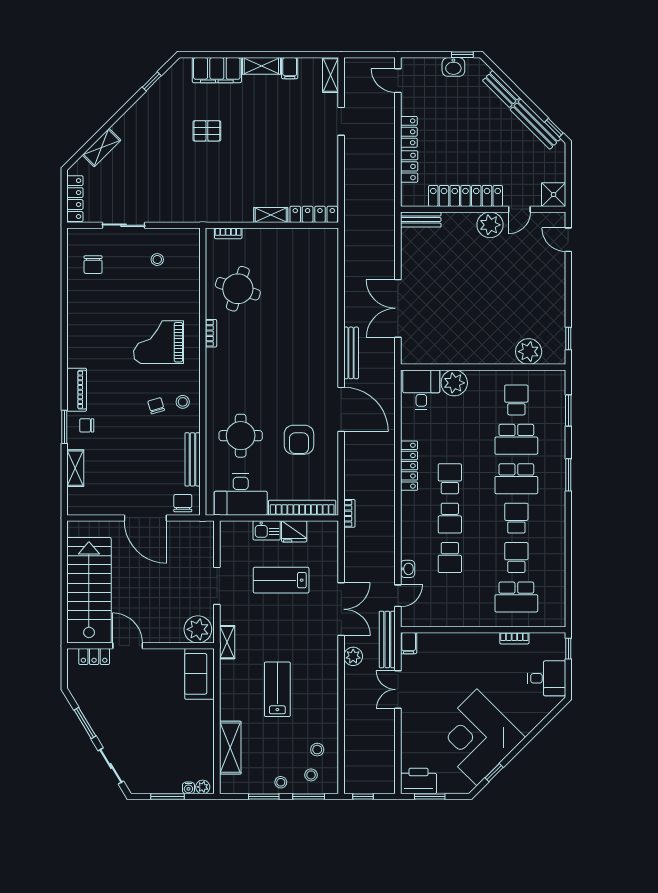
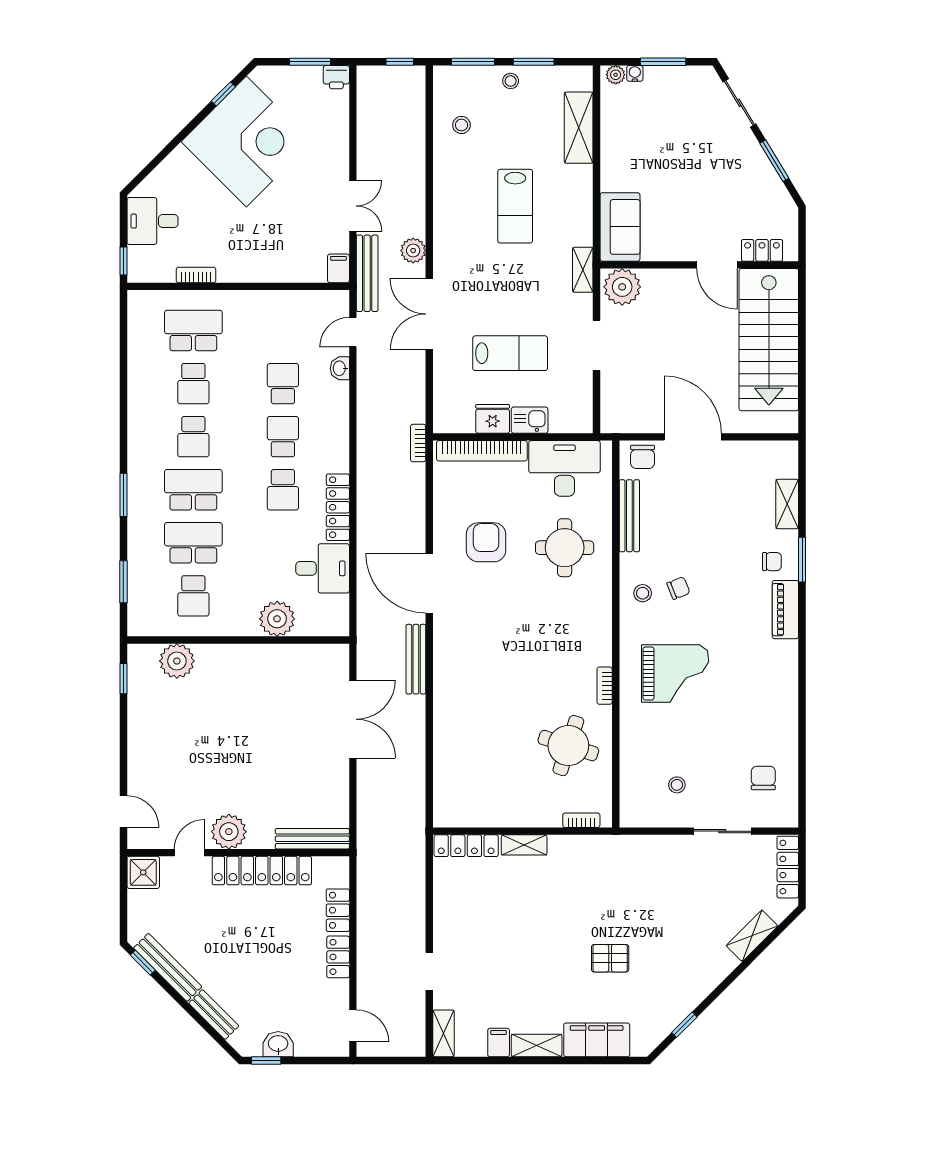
bench: (421, 220) -> (312, 839), width x1.36
desk: (421, 390) -> (323, 568), moved, turned -90
chair: (156, 406) -> (678, 588), turned -96
stool: (311, 775) -> (470, 91), removed
printer: (418, 781) -> (336, 77), width x0.53, depth x0.68

